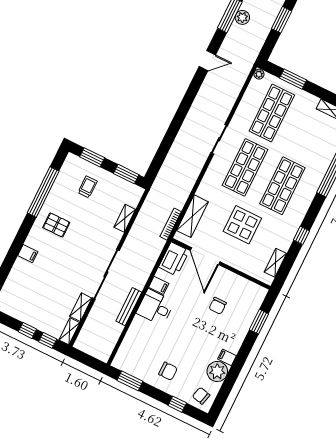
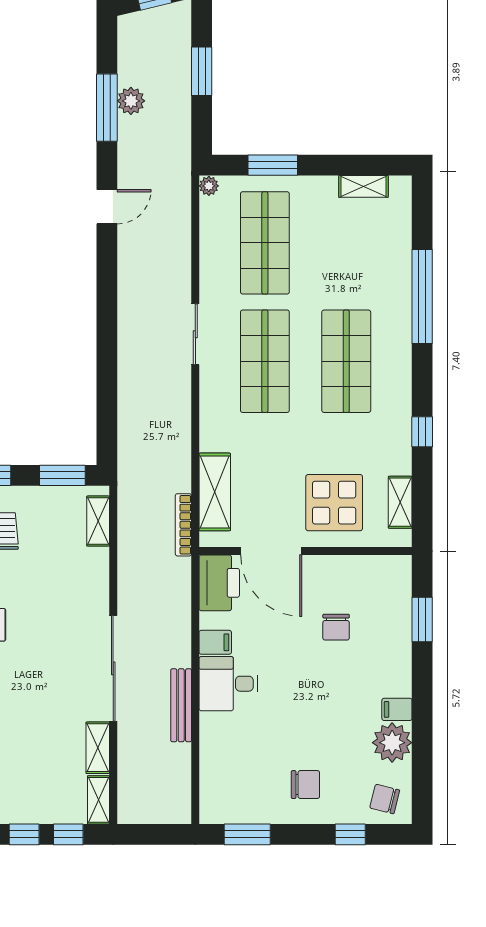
shelving: (125, 218) -> (98, 521), moved
display table: (242, 225) -> (334, 503), moved

